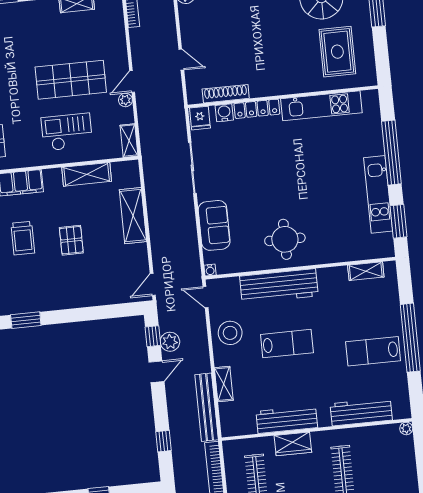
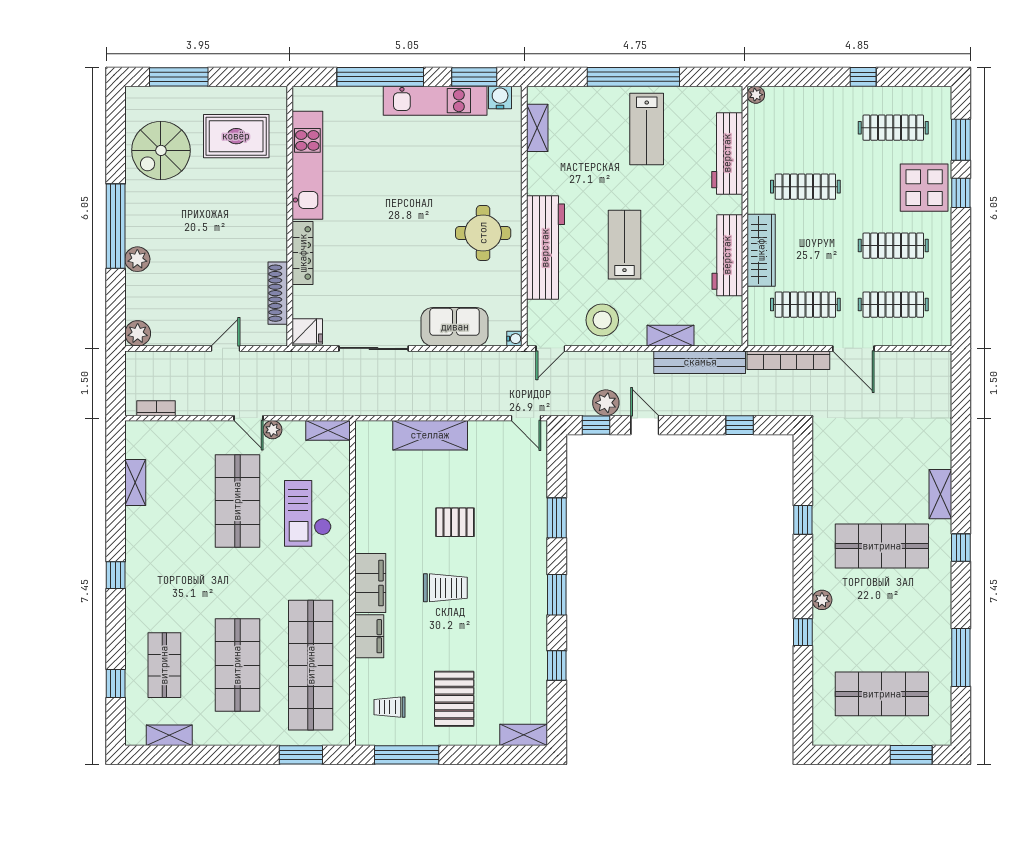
water cooler: (224, 113) -> (500, 97), moved, turned 90
shelving: (87, 174) -> (368, 492), removed
window: (82, 314) -> (557, 518), added
wardrobe: (293, 444) -> (761, 250), width x1.50

